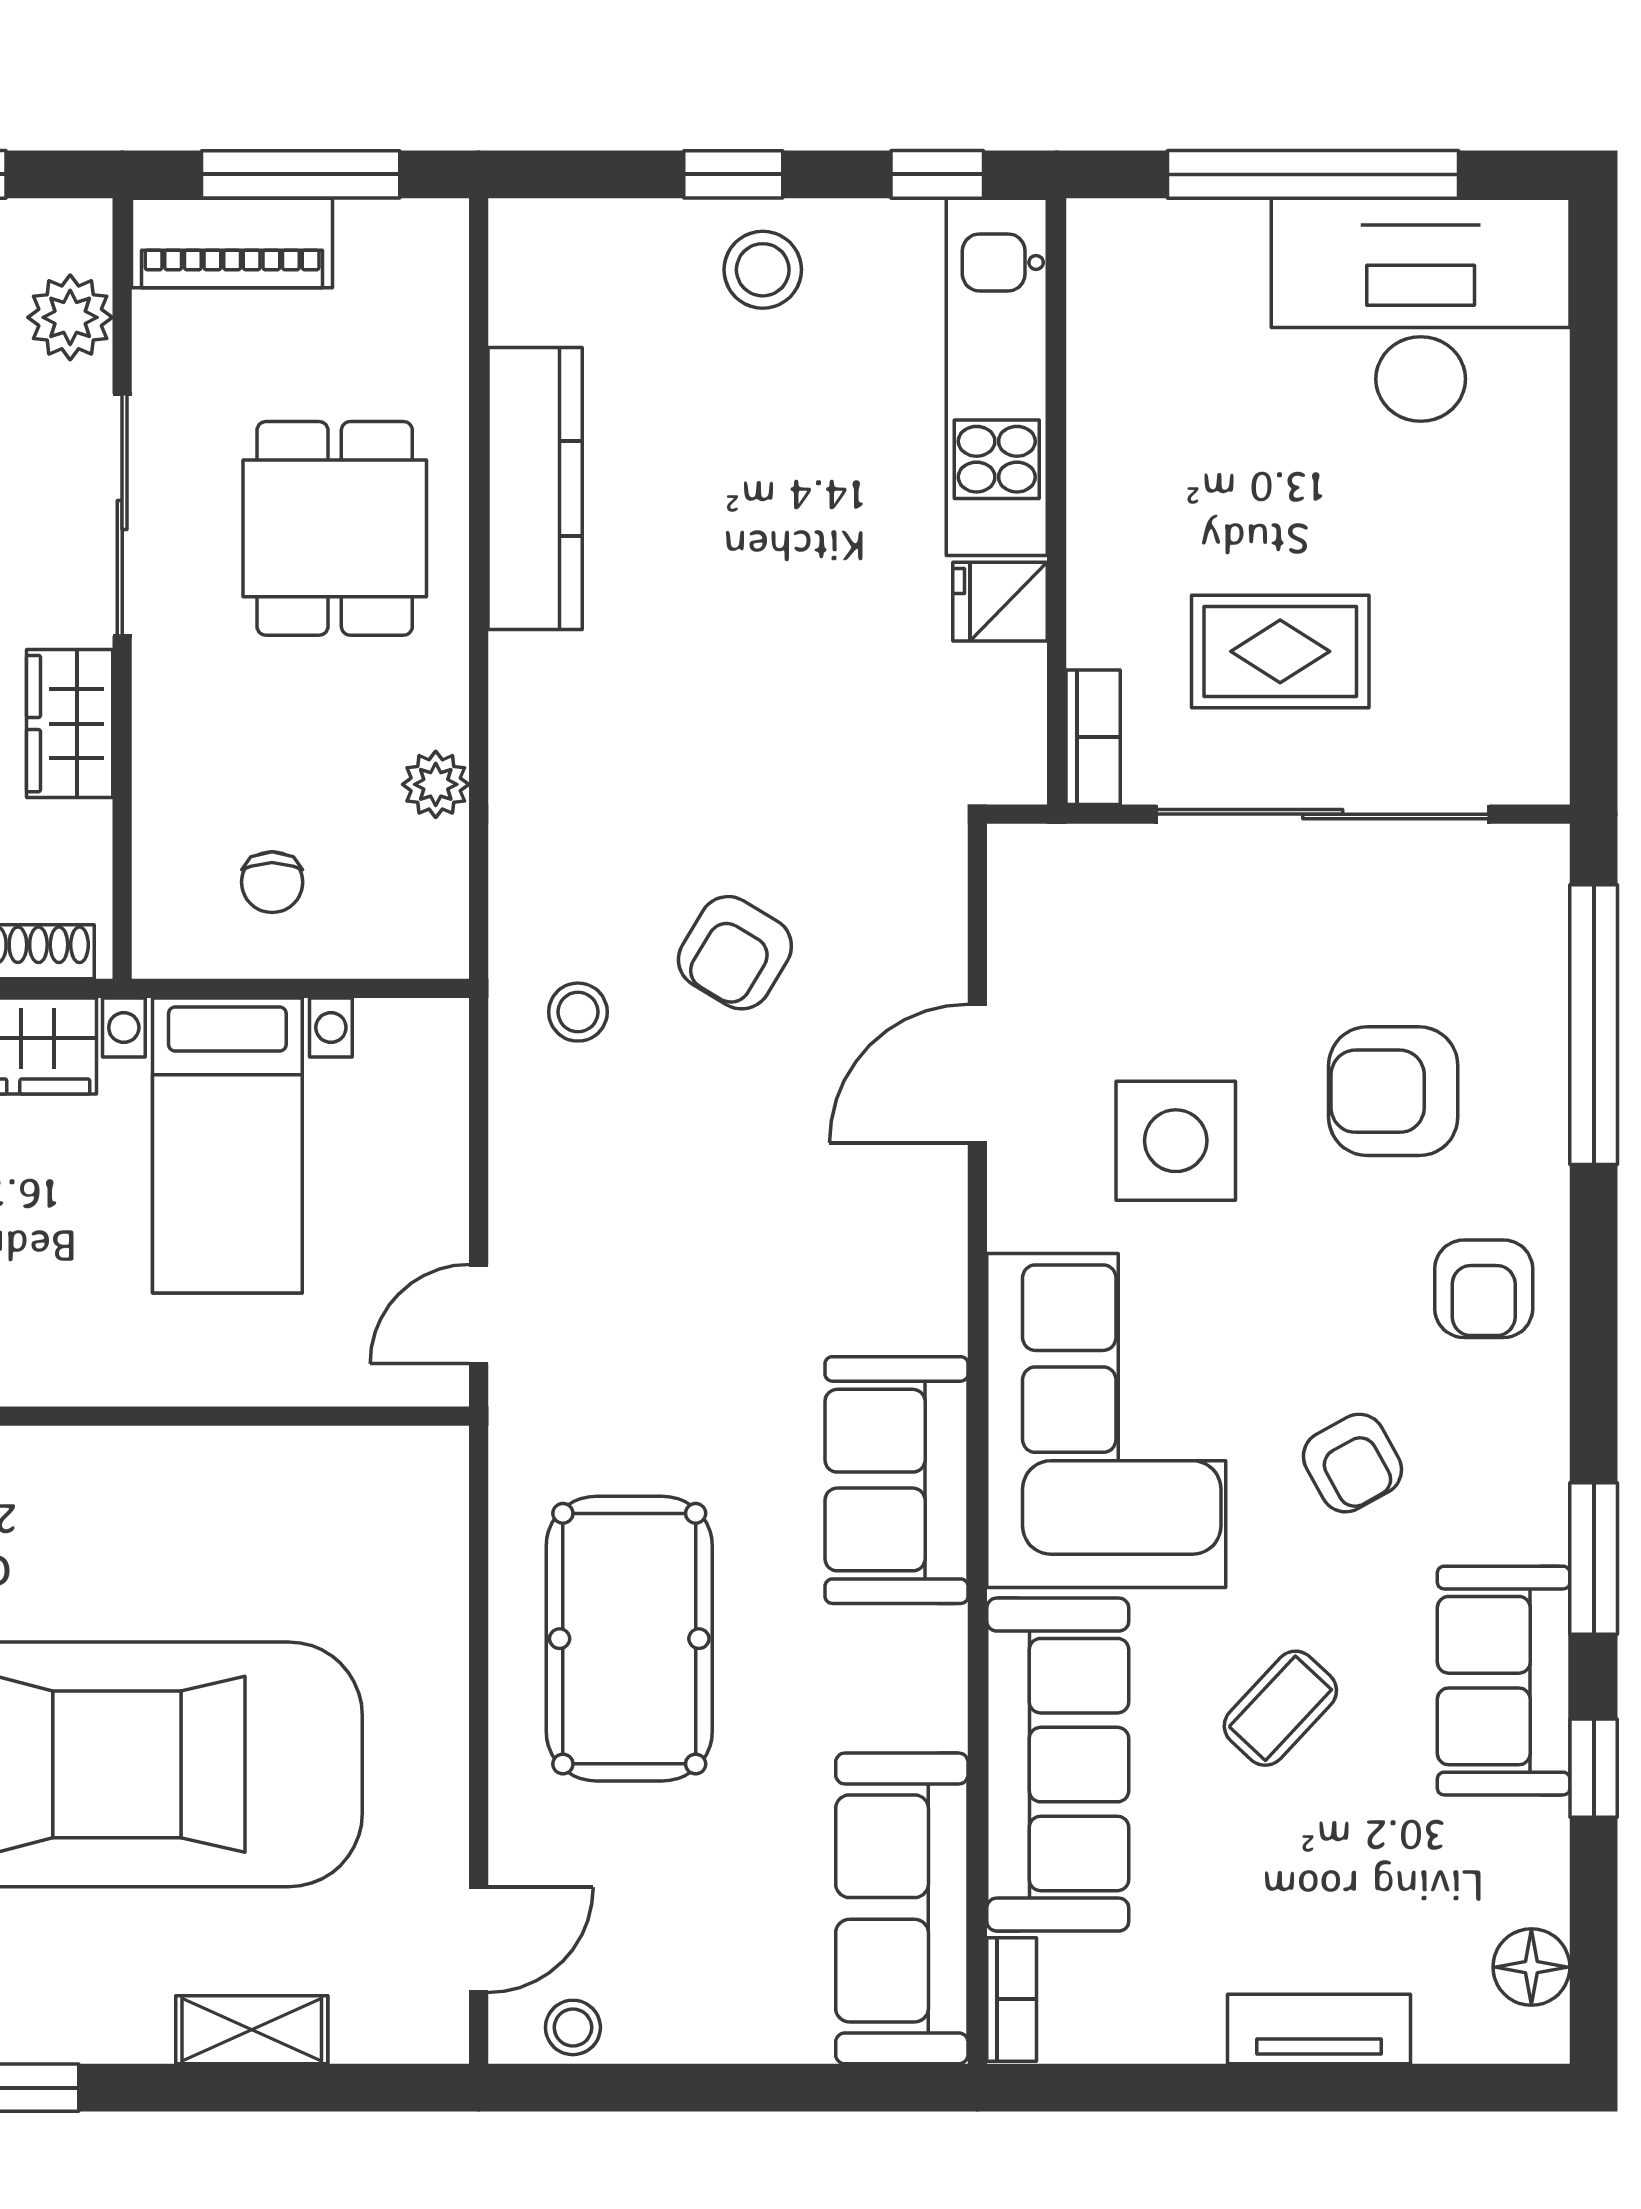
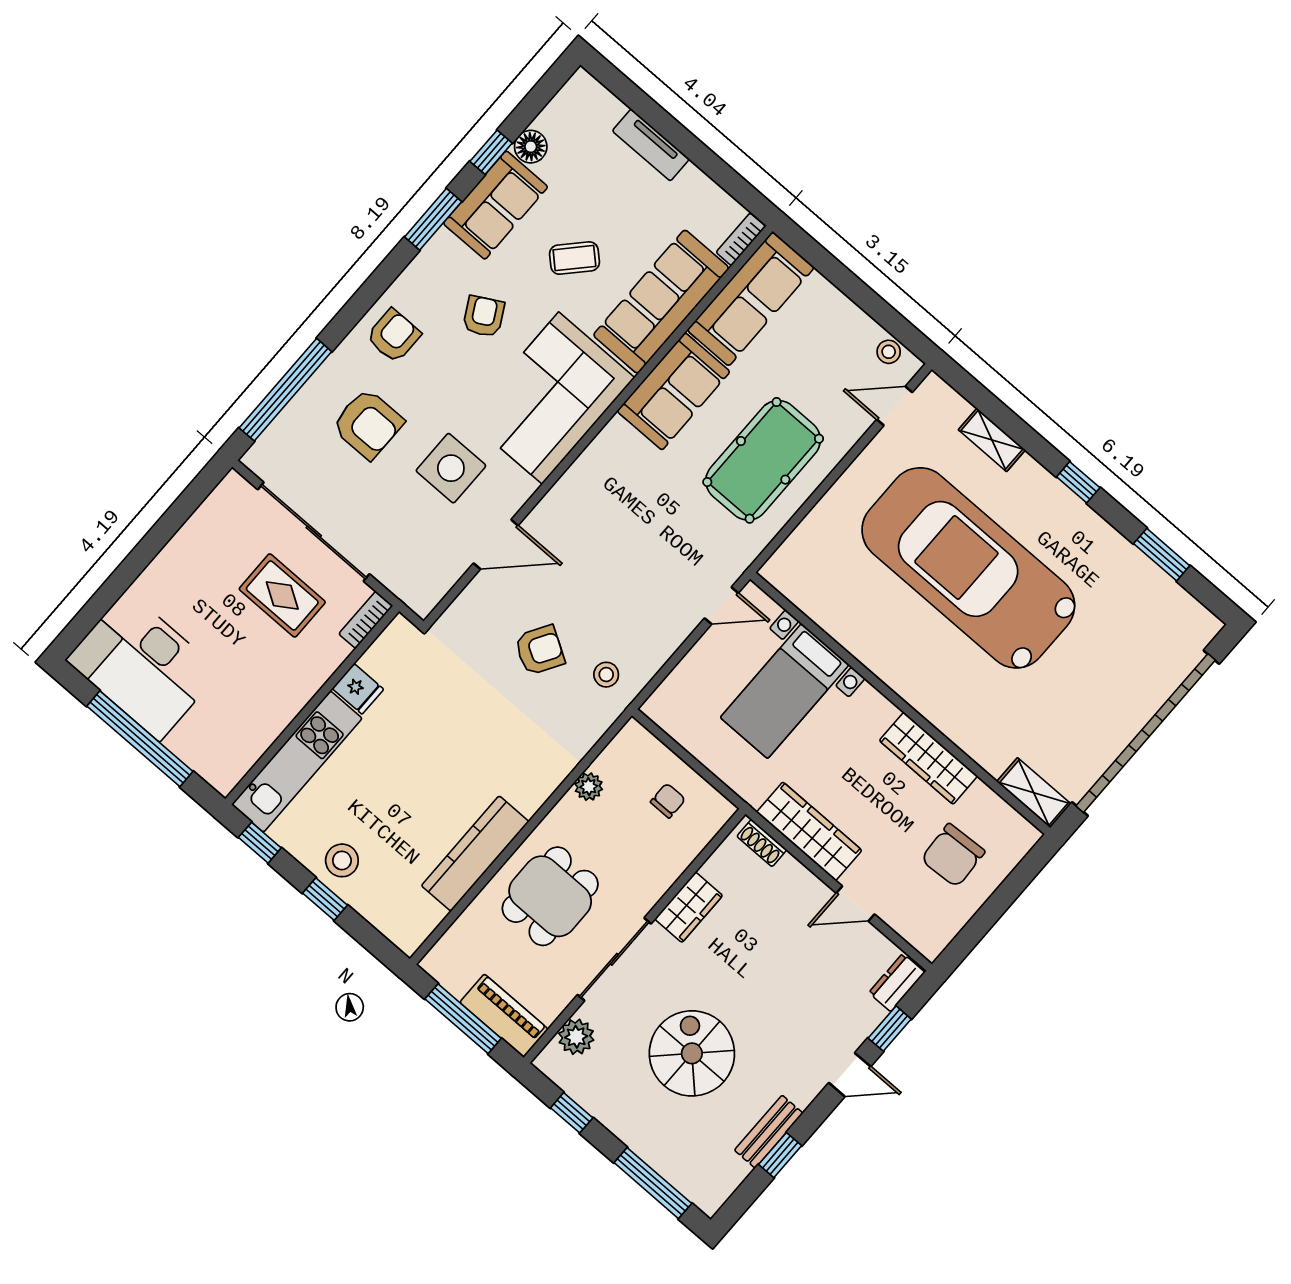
bed with nightstands: (227, 1146) -> (785, 691), moved, turned 180
sofa: (897, 1480) -> (673, 391), moved
floor lamp: (1531, 1967) -> (531, 147), moved

